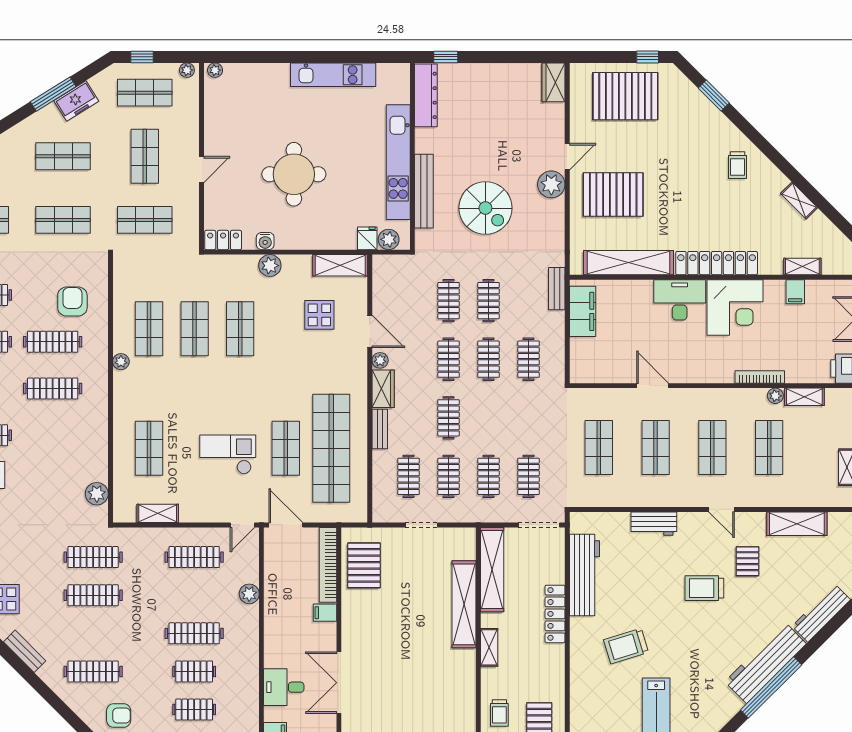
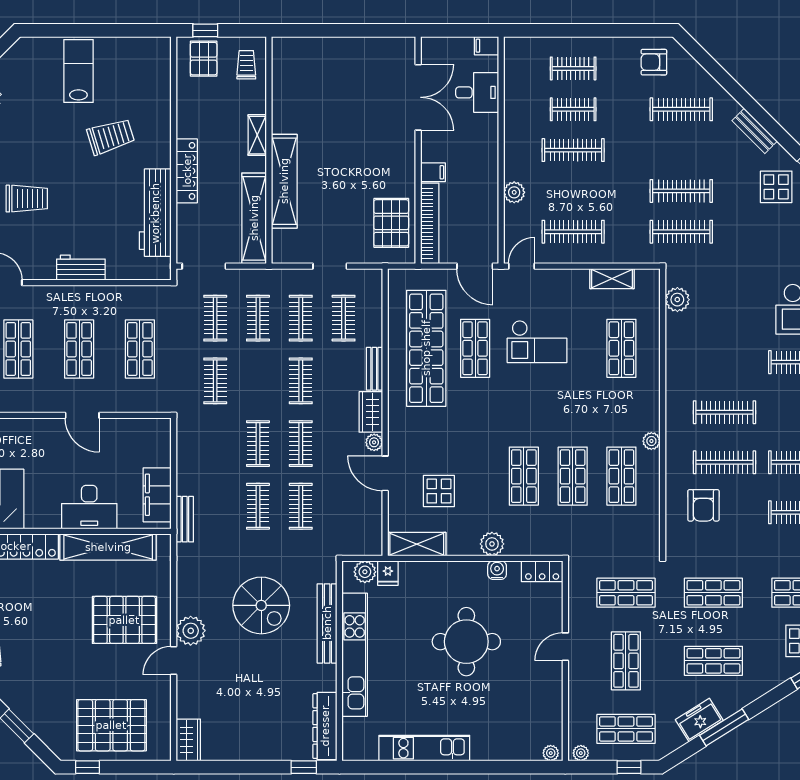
spiral stairs: (485, 208) -> (261, 605), turned 180
desk: (680, 300) -> (89, 507), moved
clothes rail: (528, 359) -> (215, 381), moved

